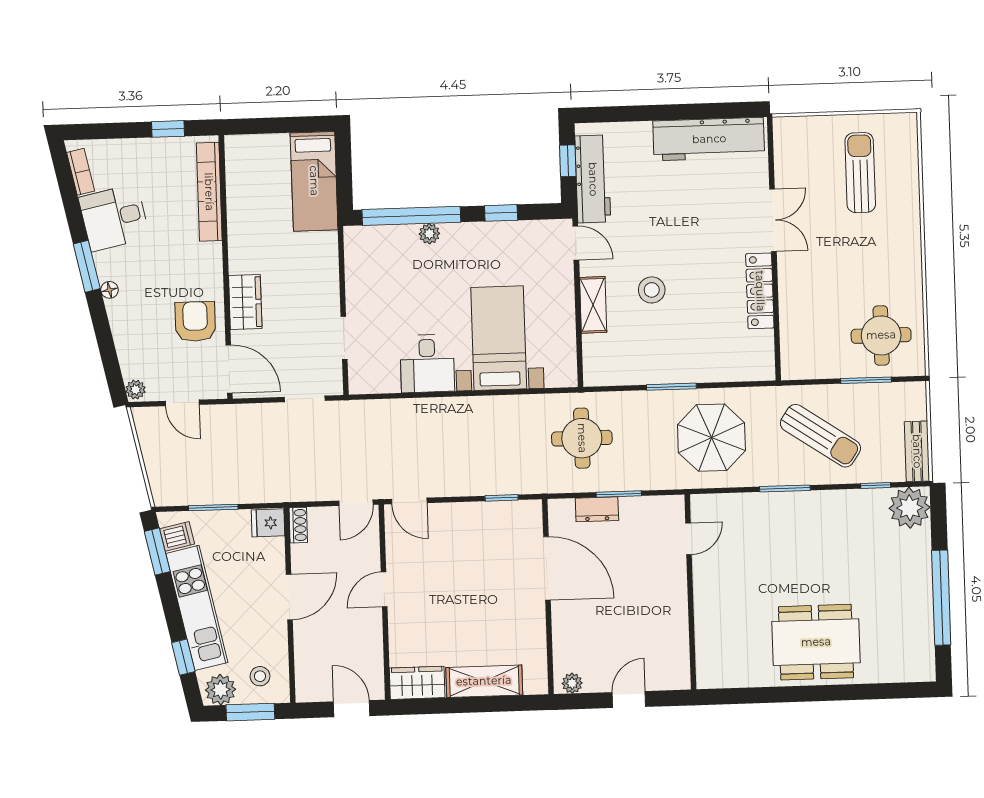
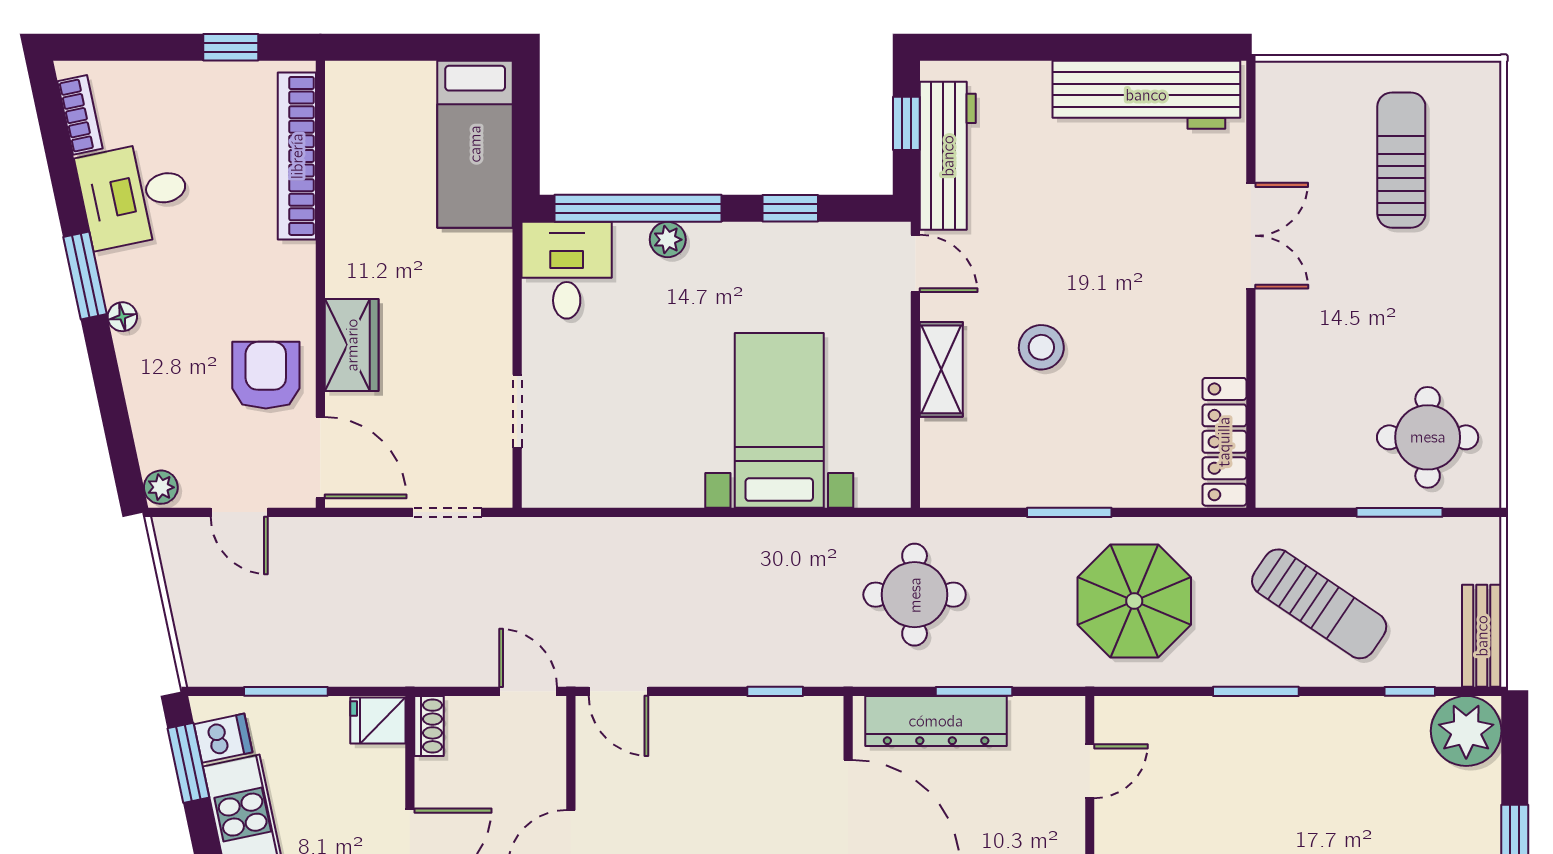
locker: (760, 291) -> (1224, 442), moved
desk: (427, 364) -> (567, 270), moved, turned 180
door: (356, 503) -> (528, 691), swing flipped
dresser: (597, 509) -> (936, 721), width x1.96, depth x1.24

